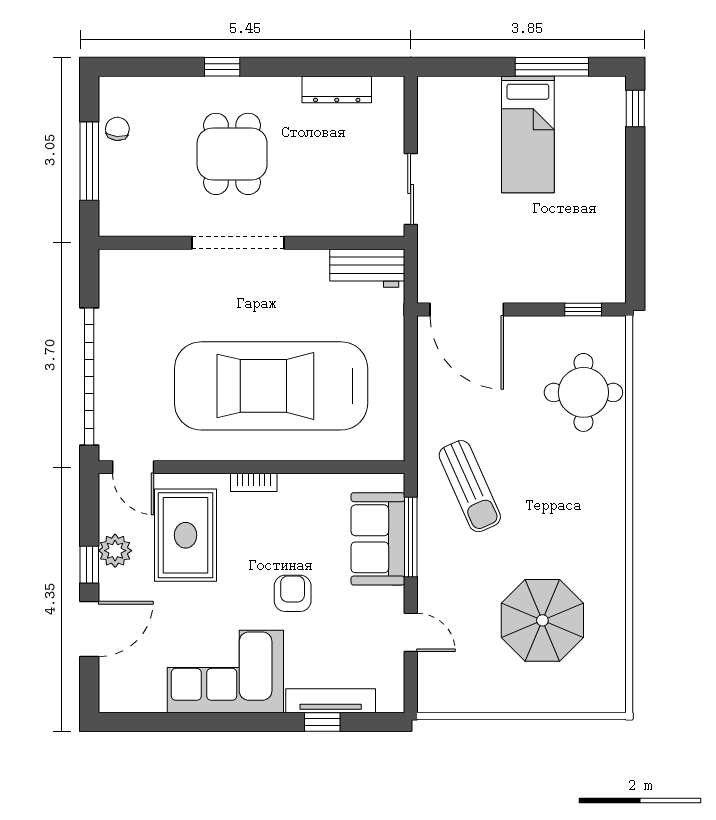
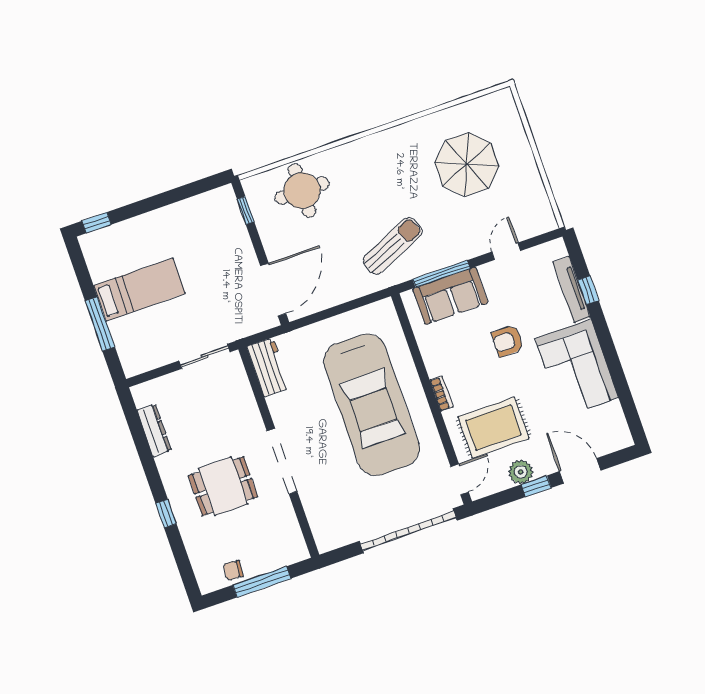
window: (552, 67) -> (100, 324), moved

